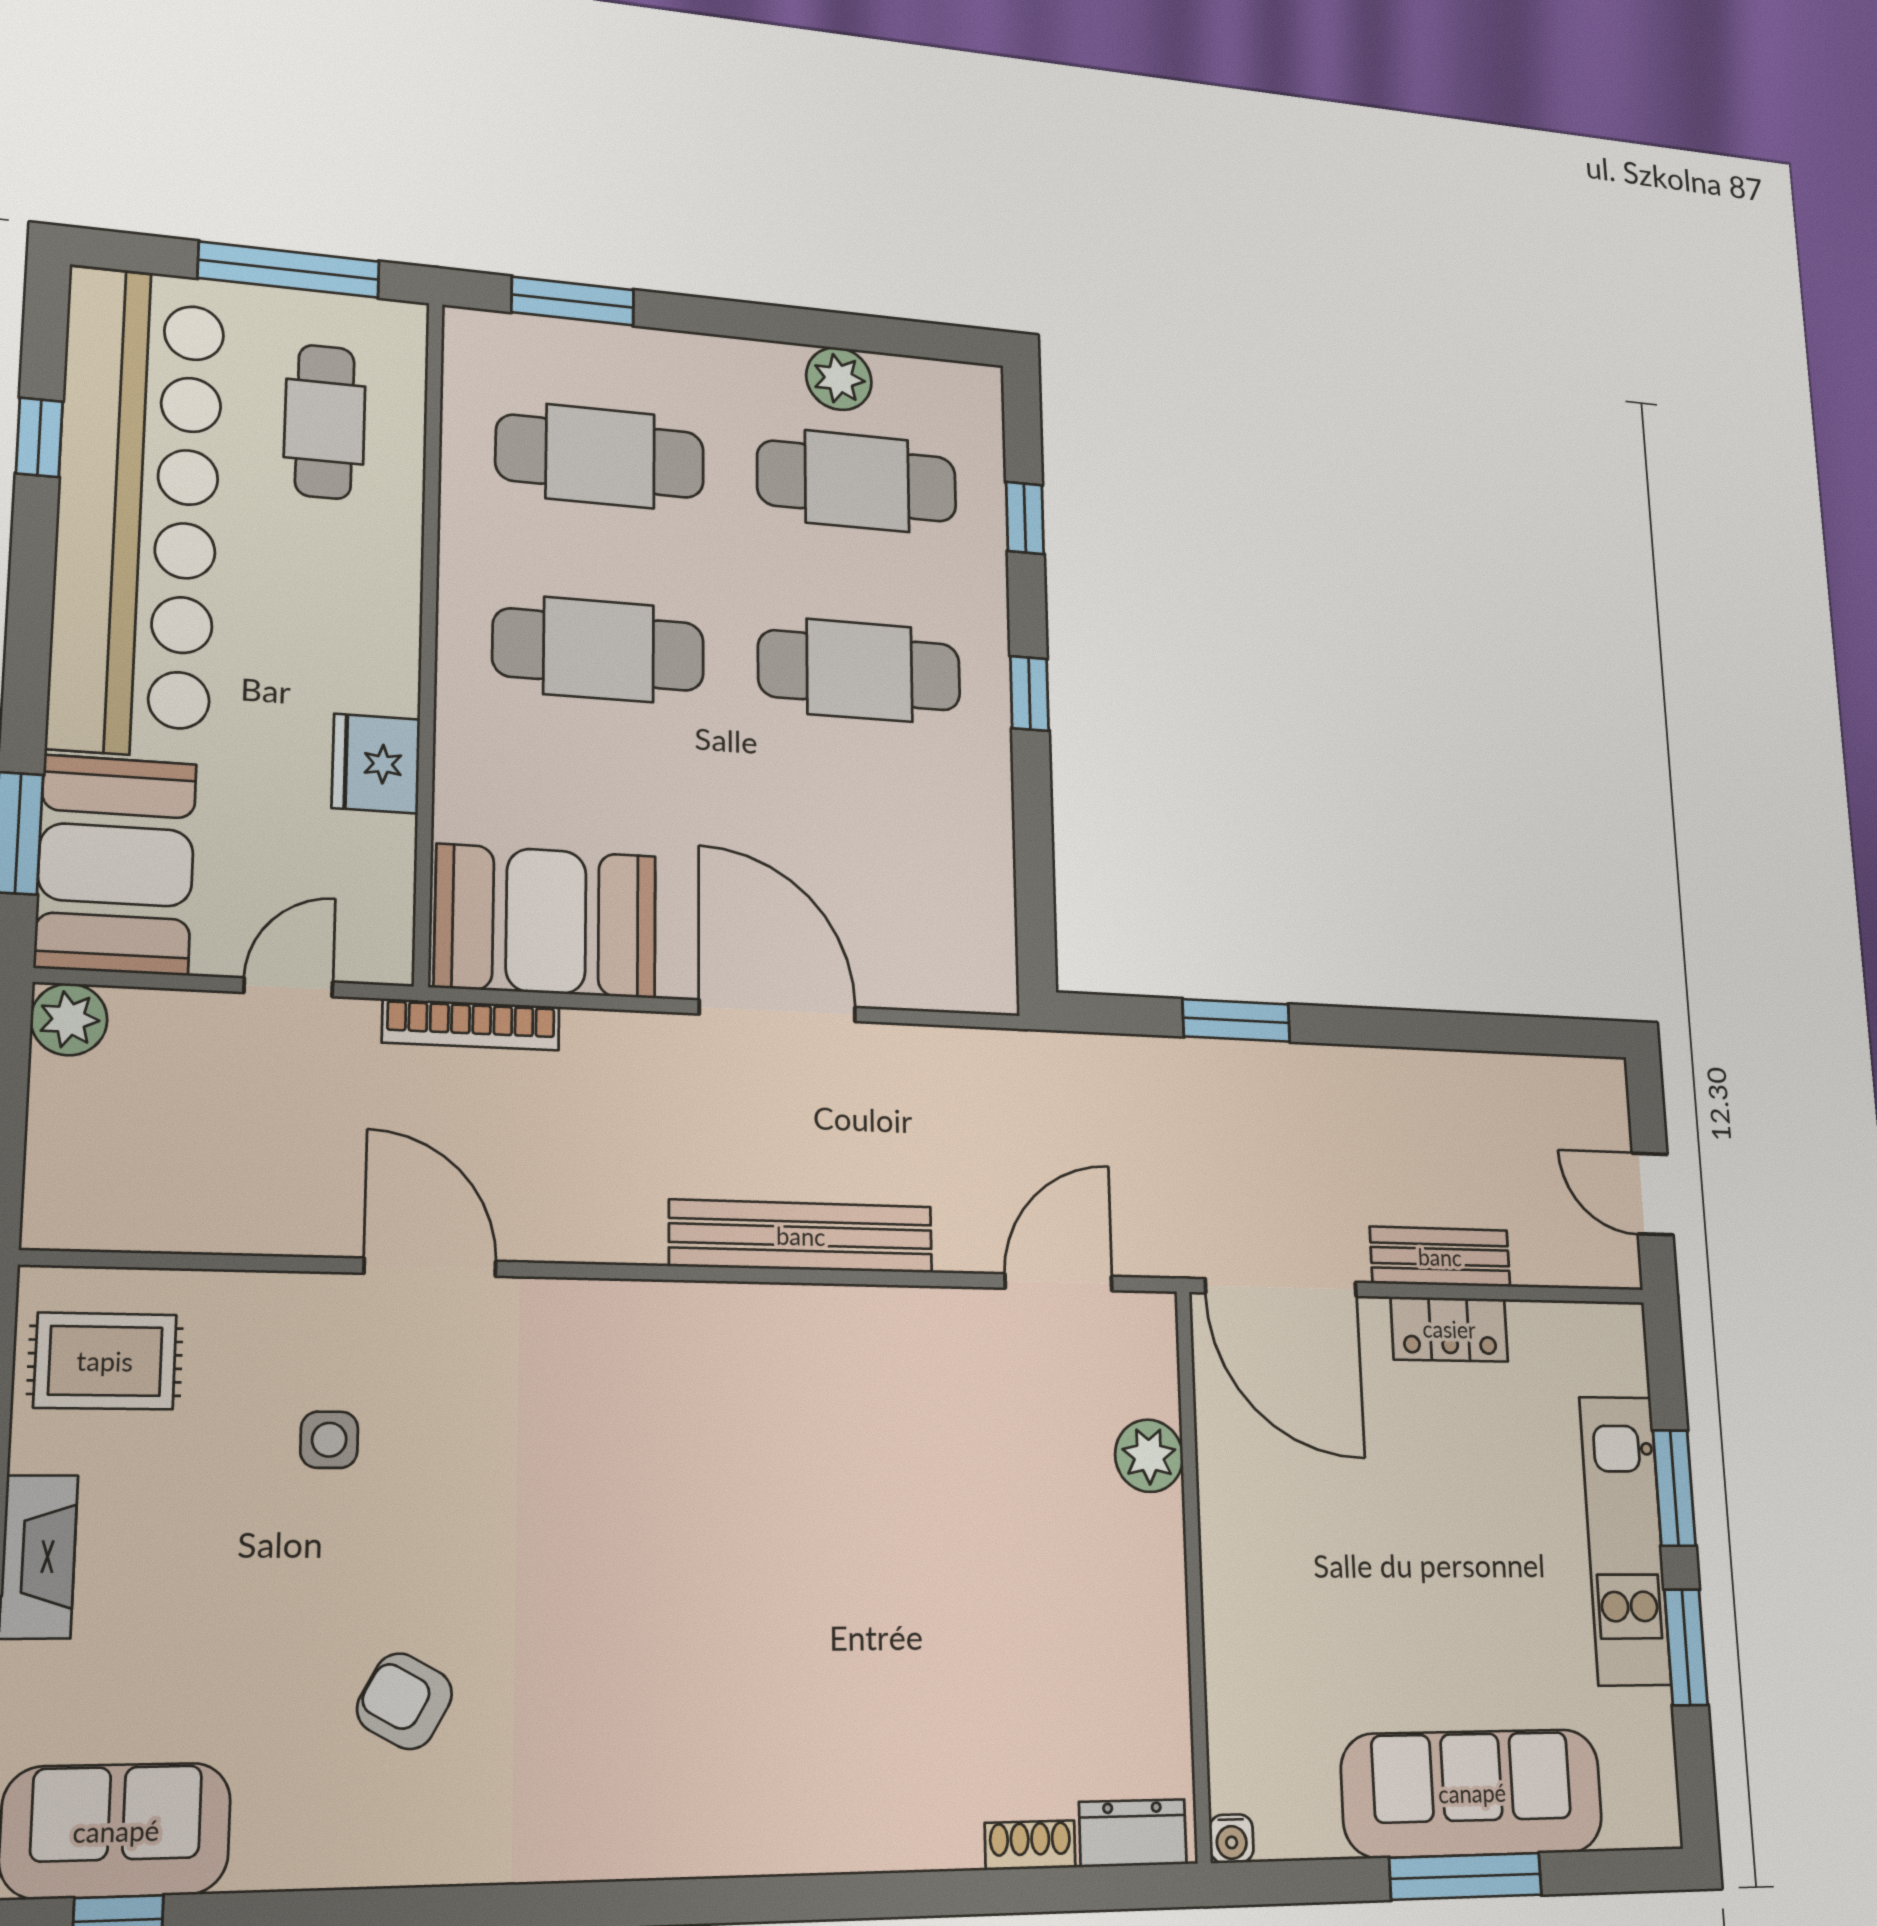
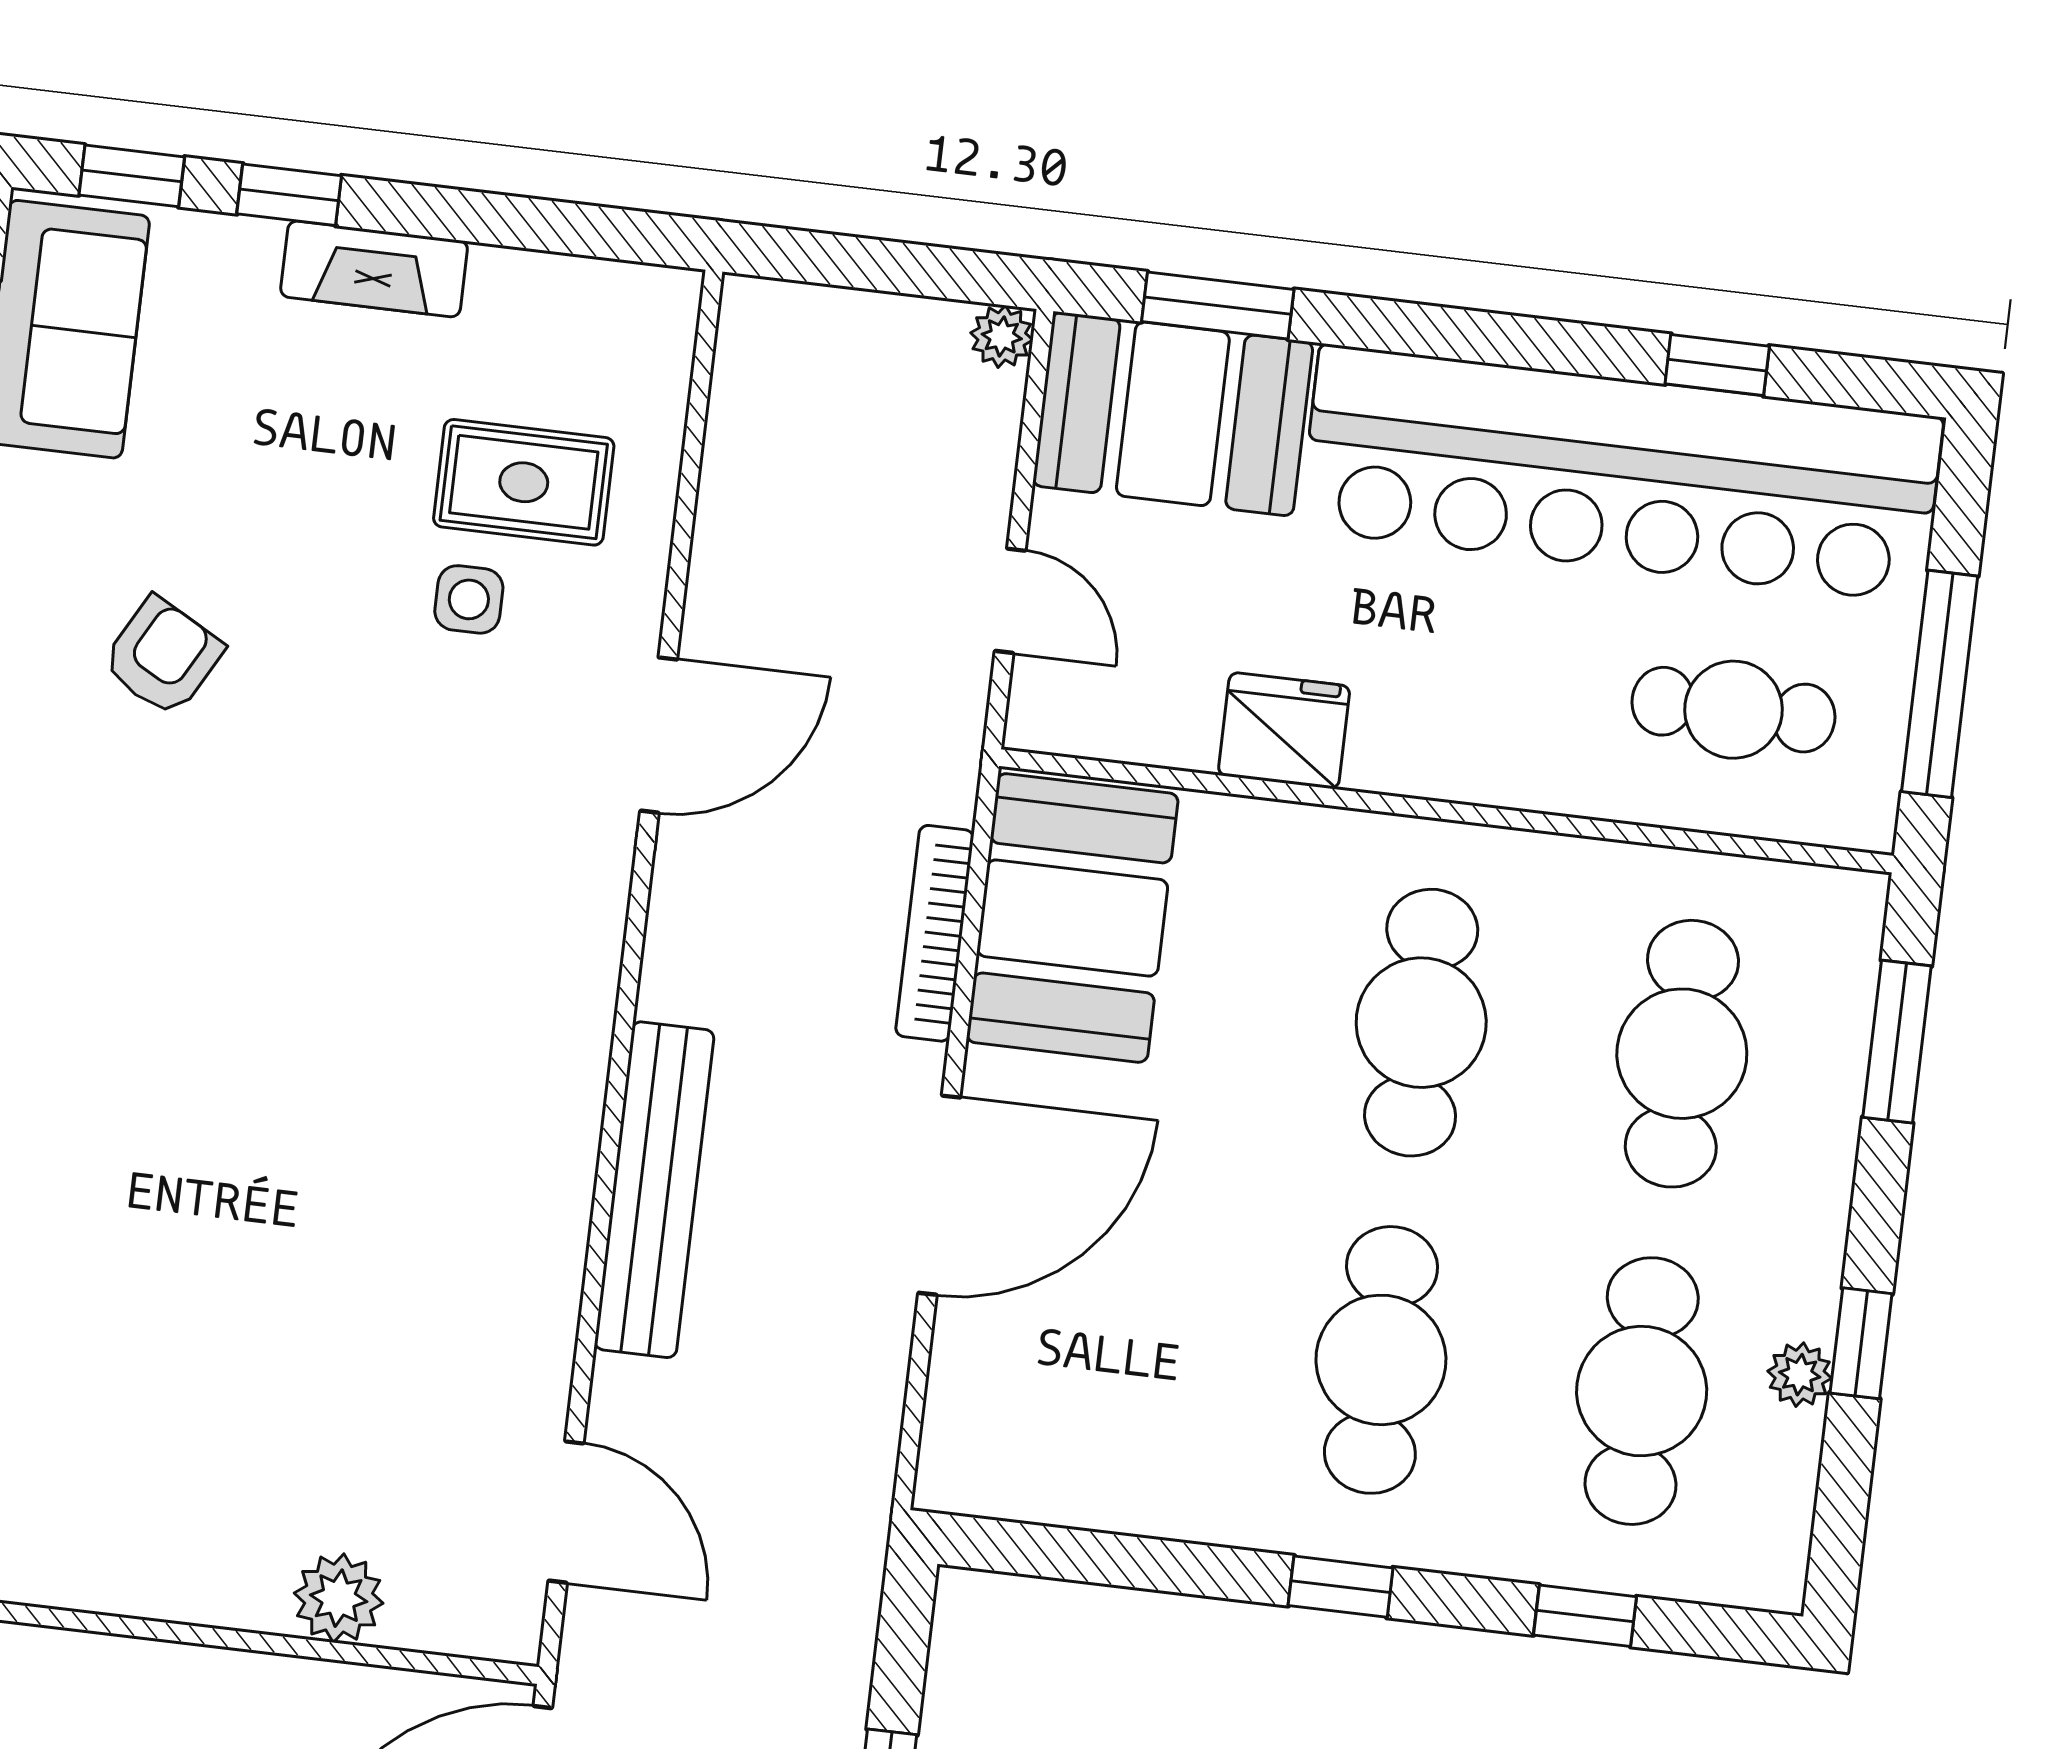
window: (801, 326) -> (1861, 1343), added
plant: (839, 379) -> (1800, 1375), width x0.73, depth x0.73
plant: (69, 1019) -> (1002, 336), width x0.73, depth x0.73
bookcase: (471, 1025) -> (935, 933), moved
rug: (105, 1361) -> (524, 482), moved, turned 90

